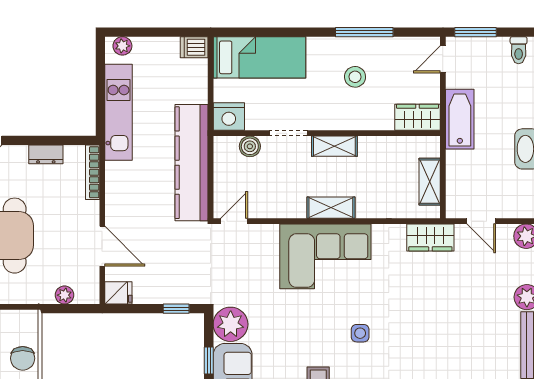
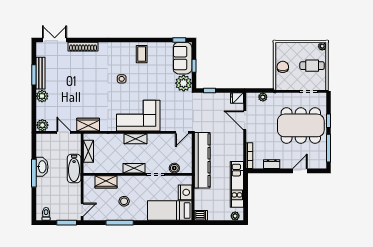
nightstand: (229, 117) -> (185, 192), moved, turned 90
wardrobe: (418, 117) -> (106, 182), moved
bathtub: (460, 119) -> (74, 168), moved

